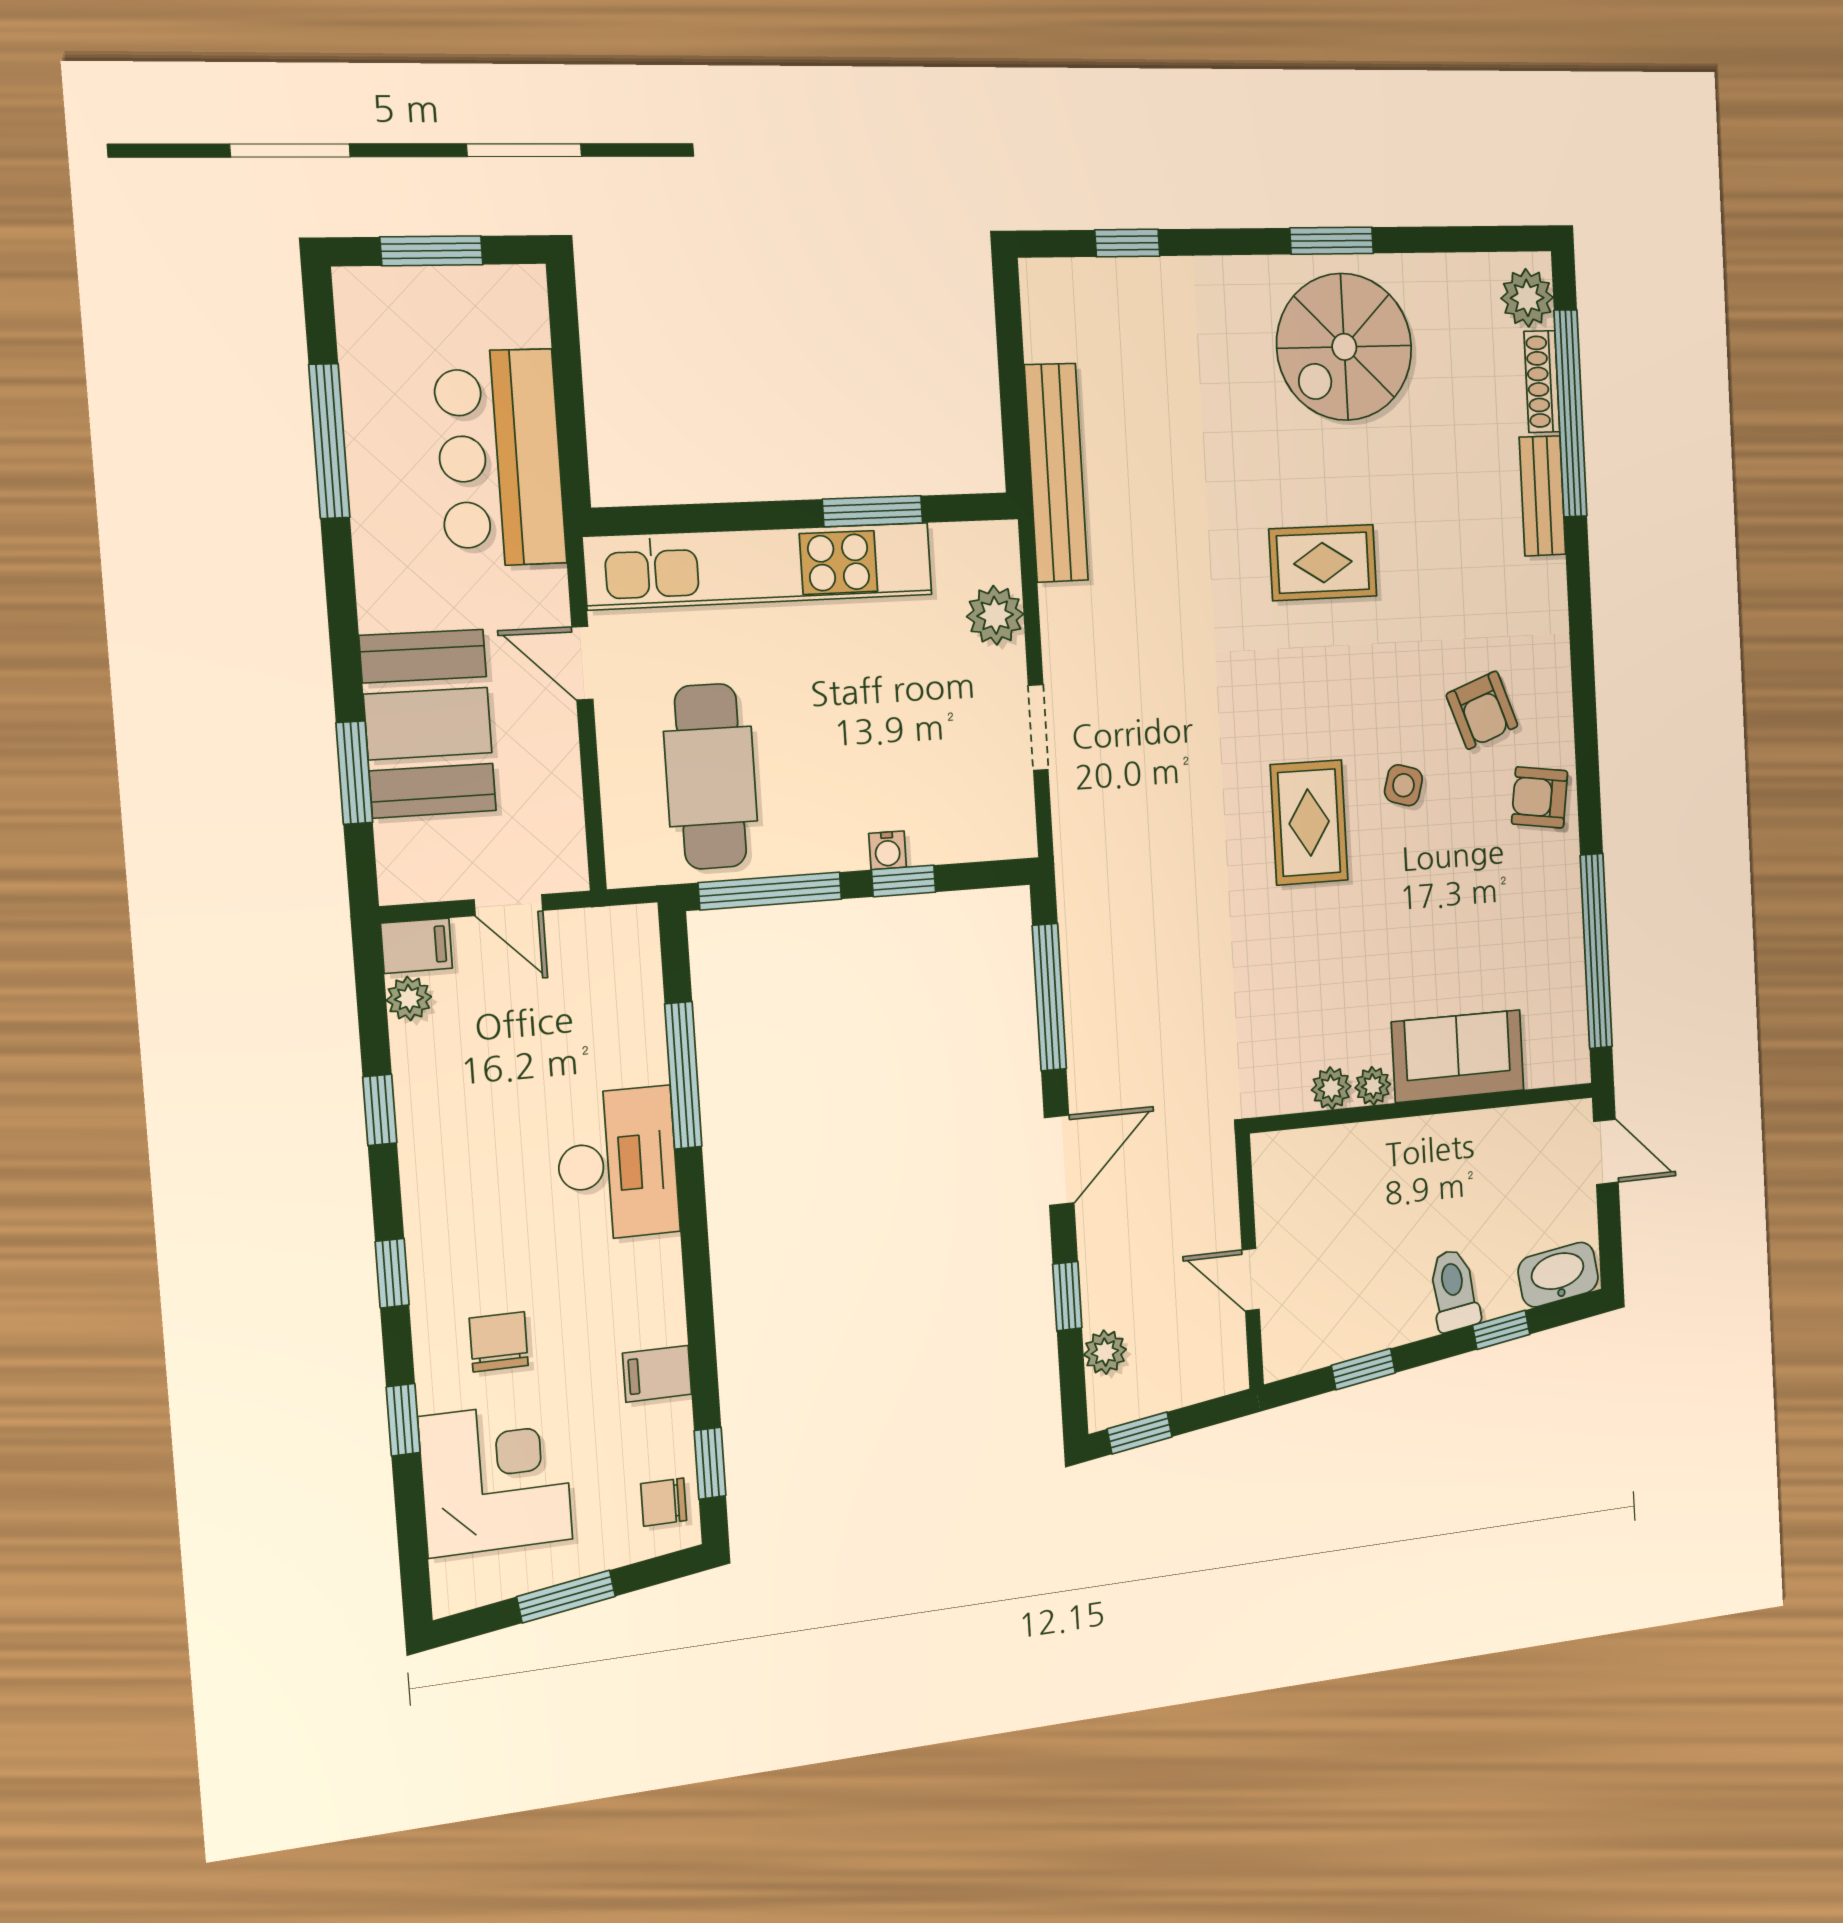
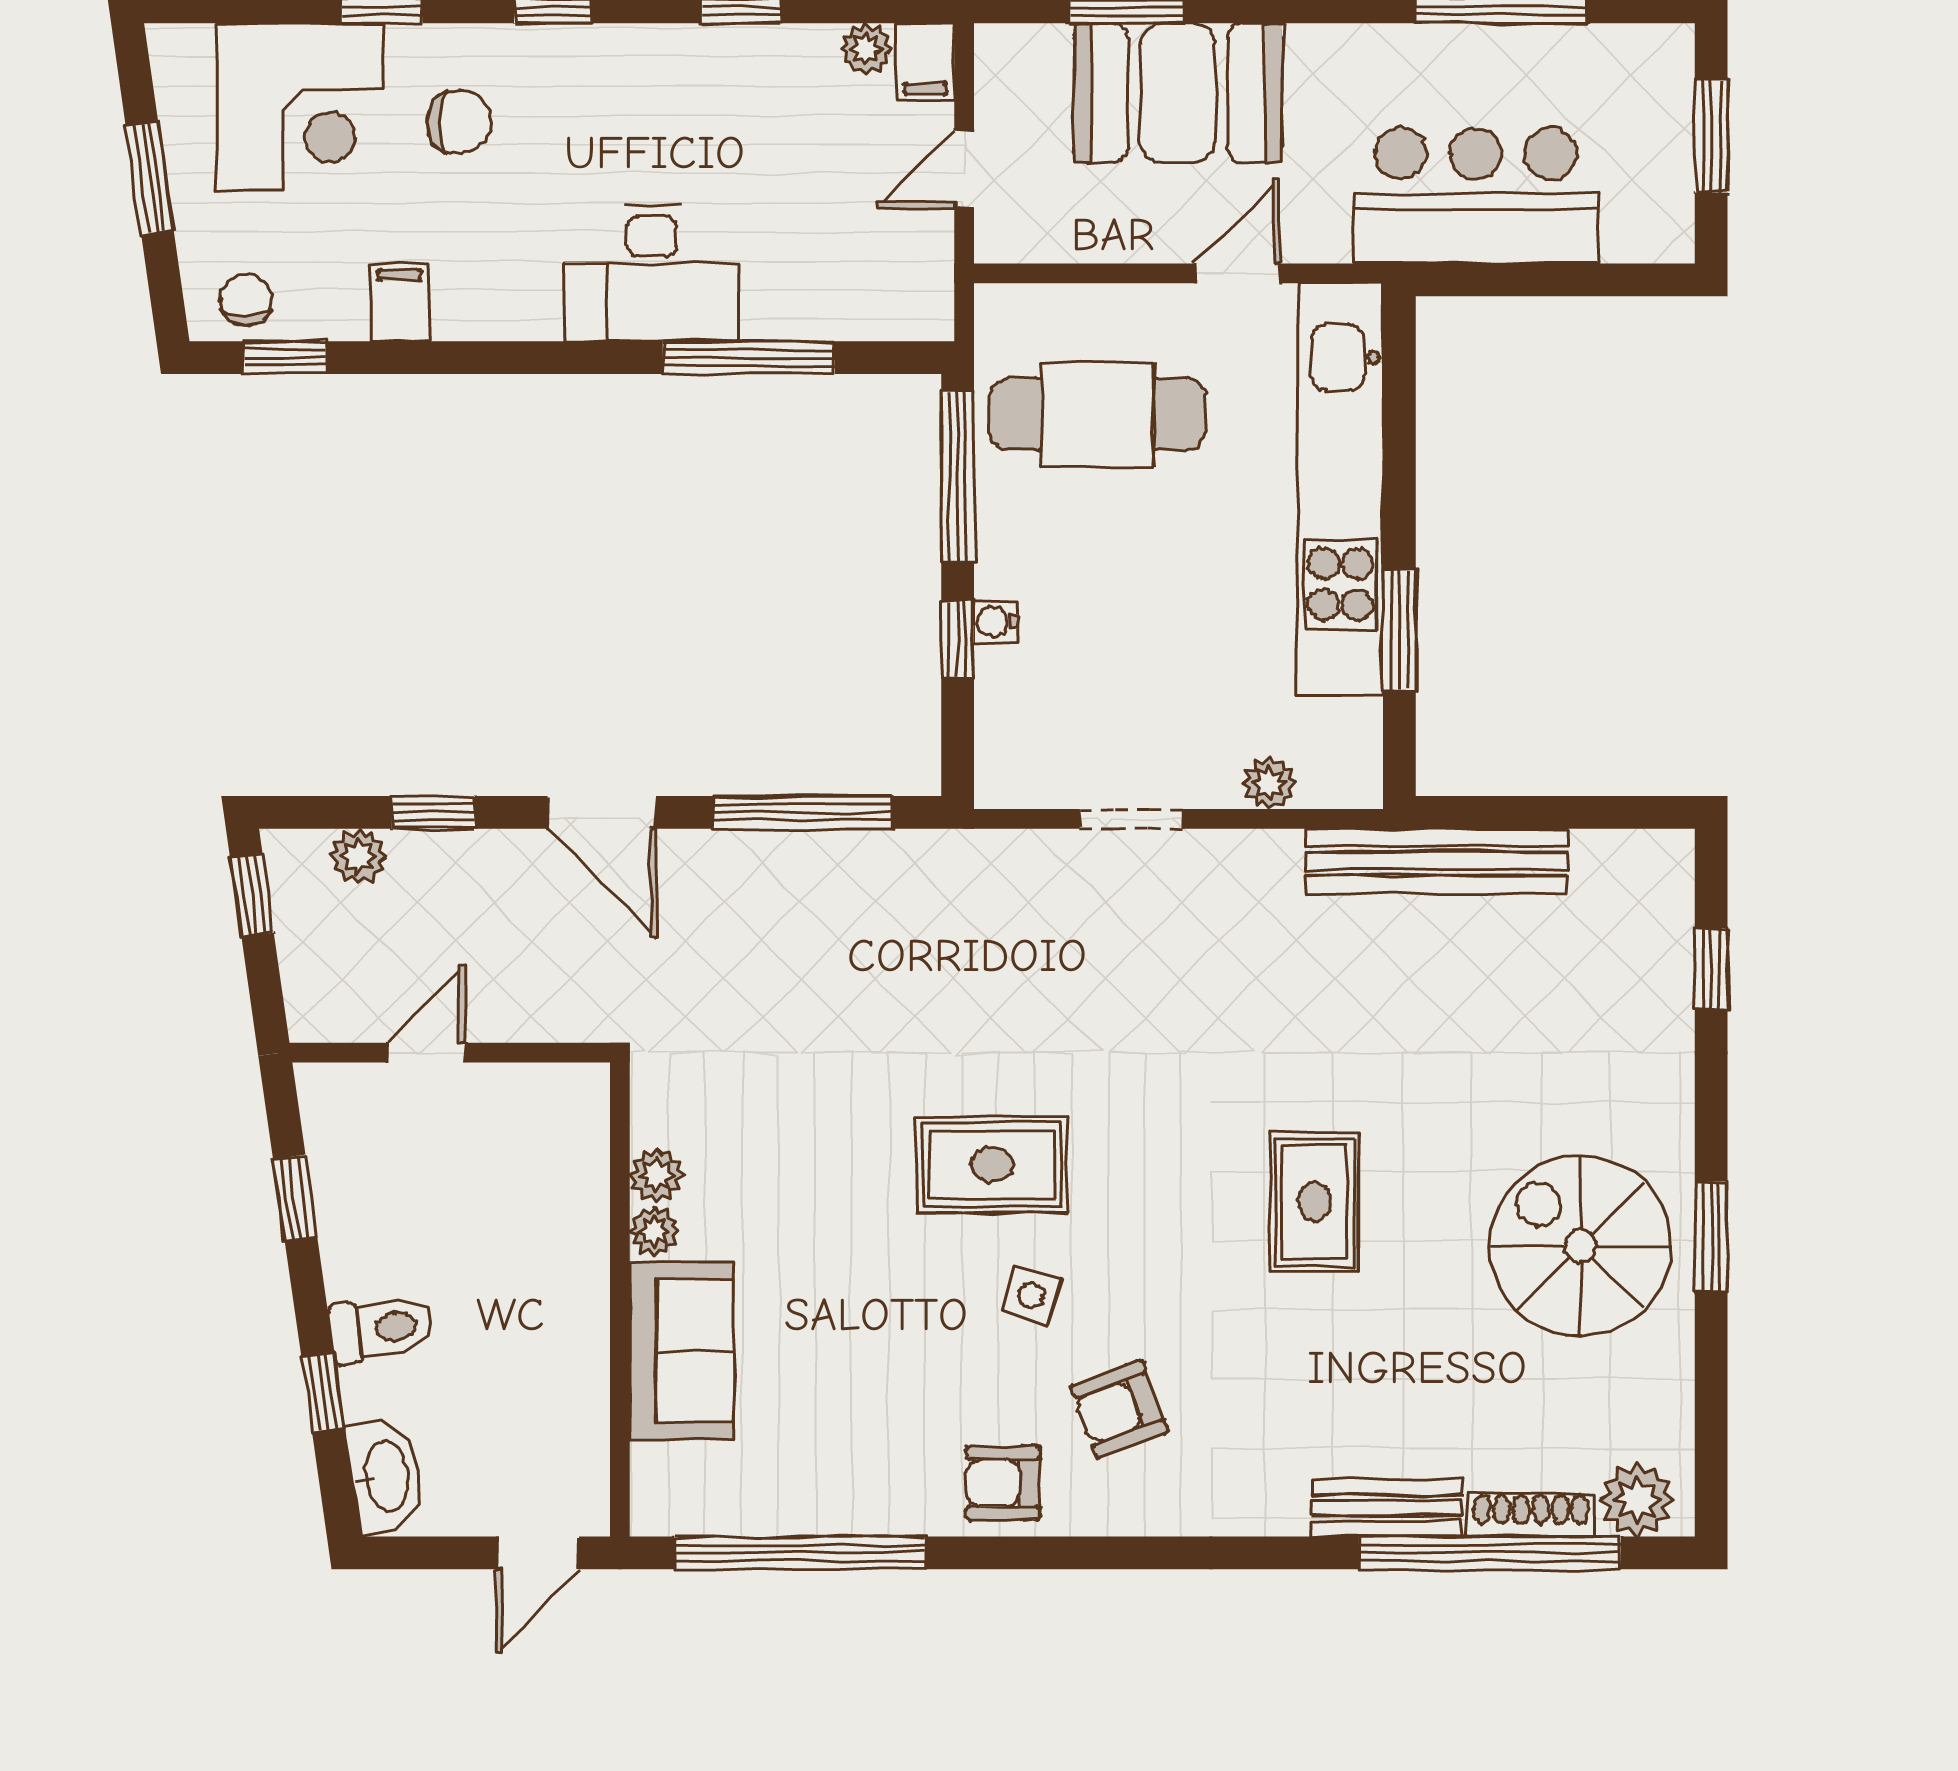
plant: (995, 615) -> (1269, 783), width x0.73, depth x0.73
armchair: (1540, 797) -> (1003, 1483), turned -98

